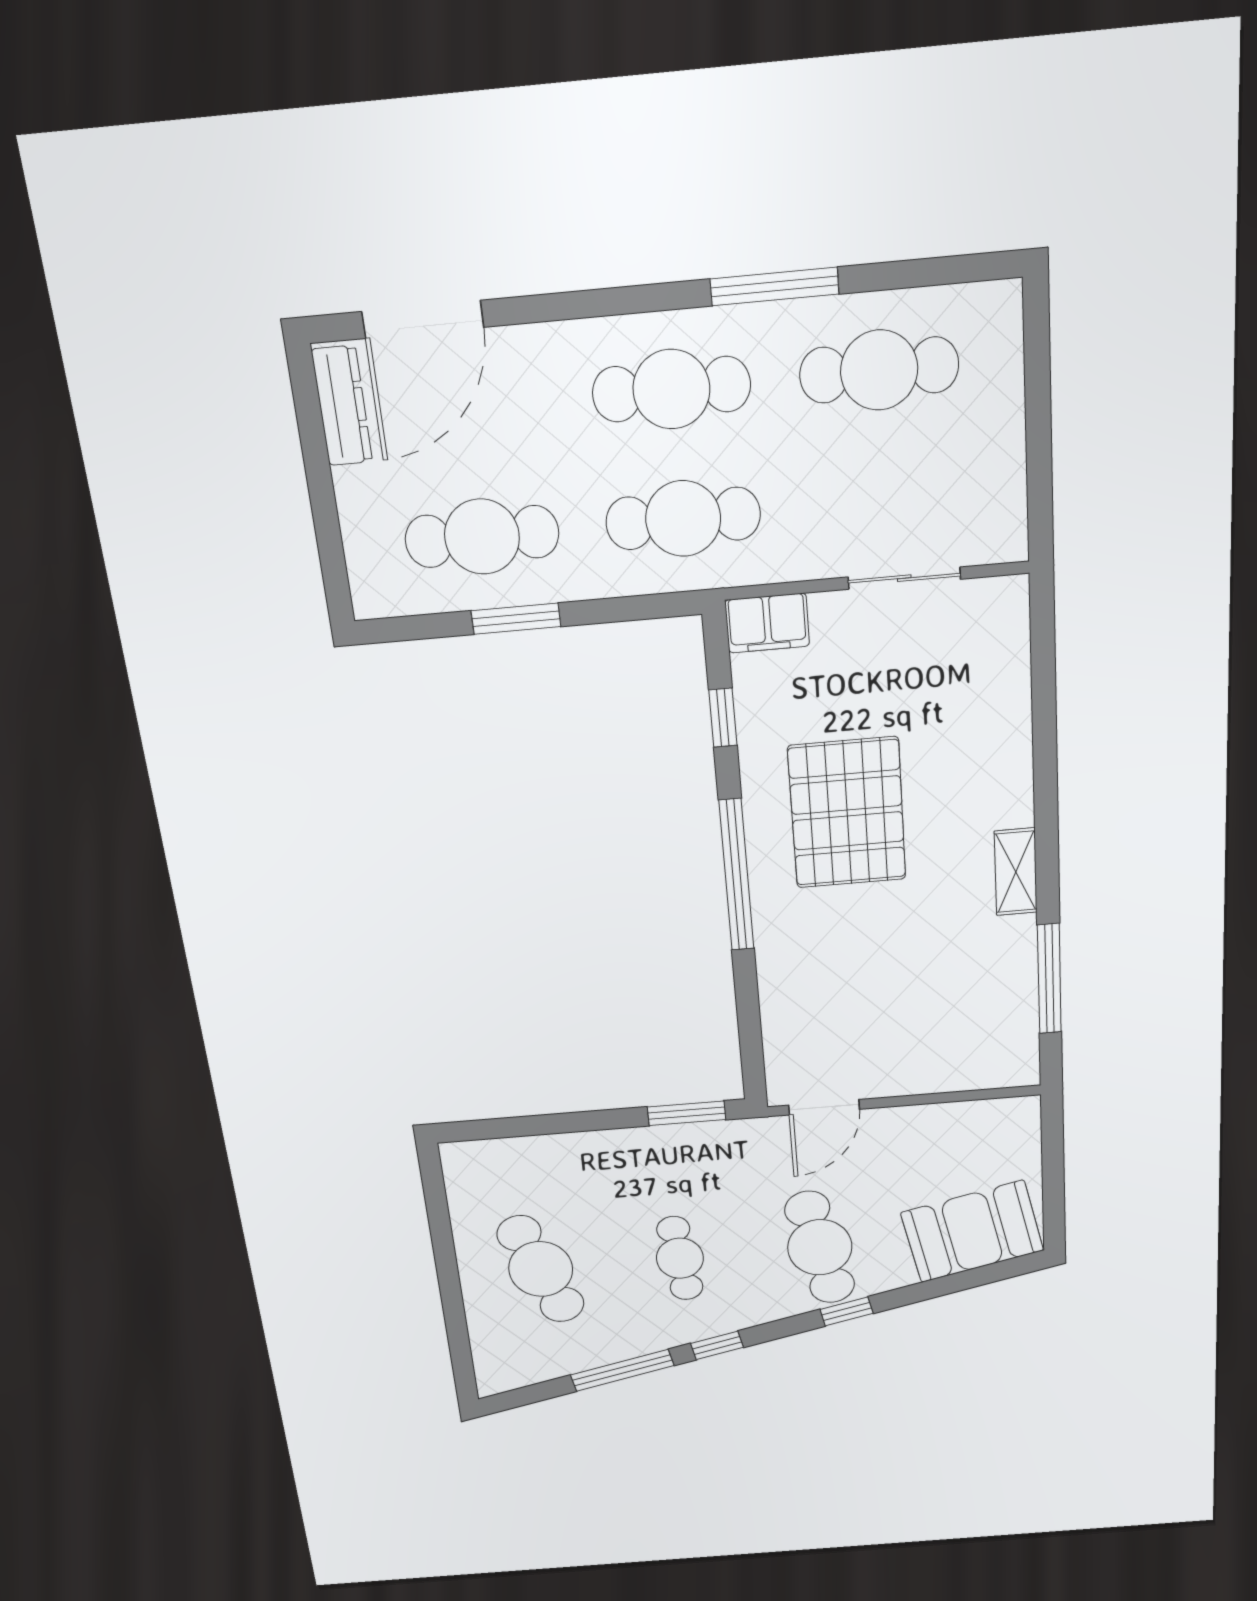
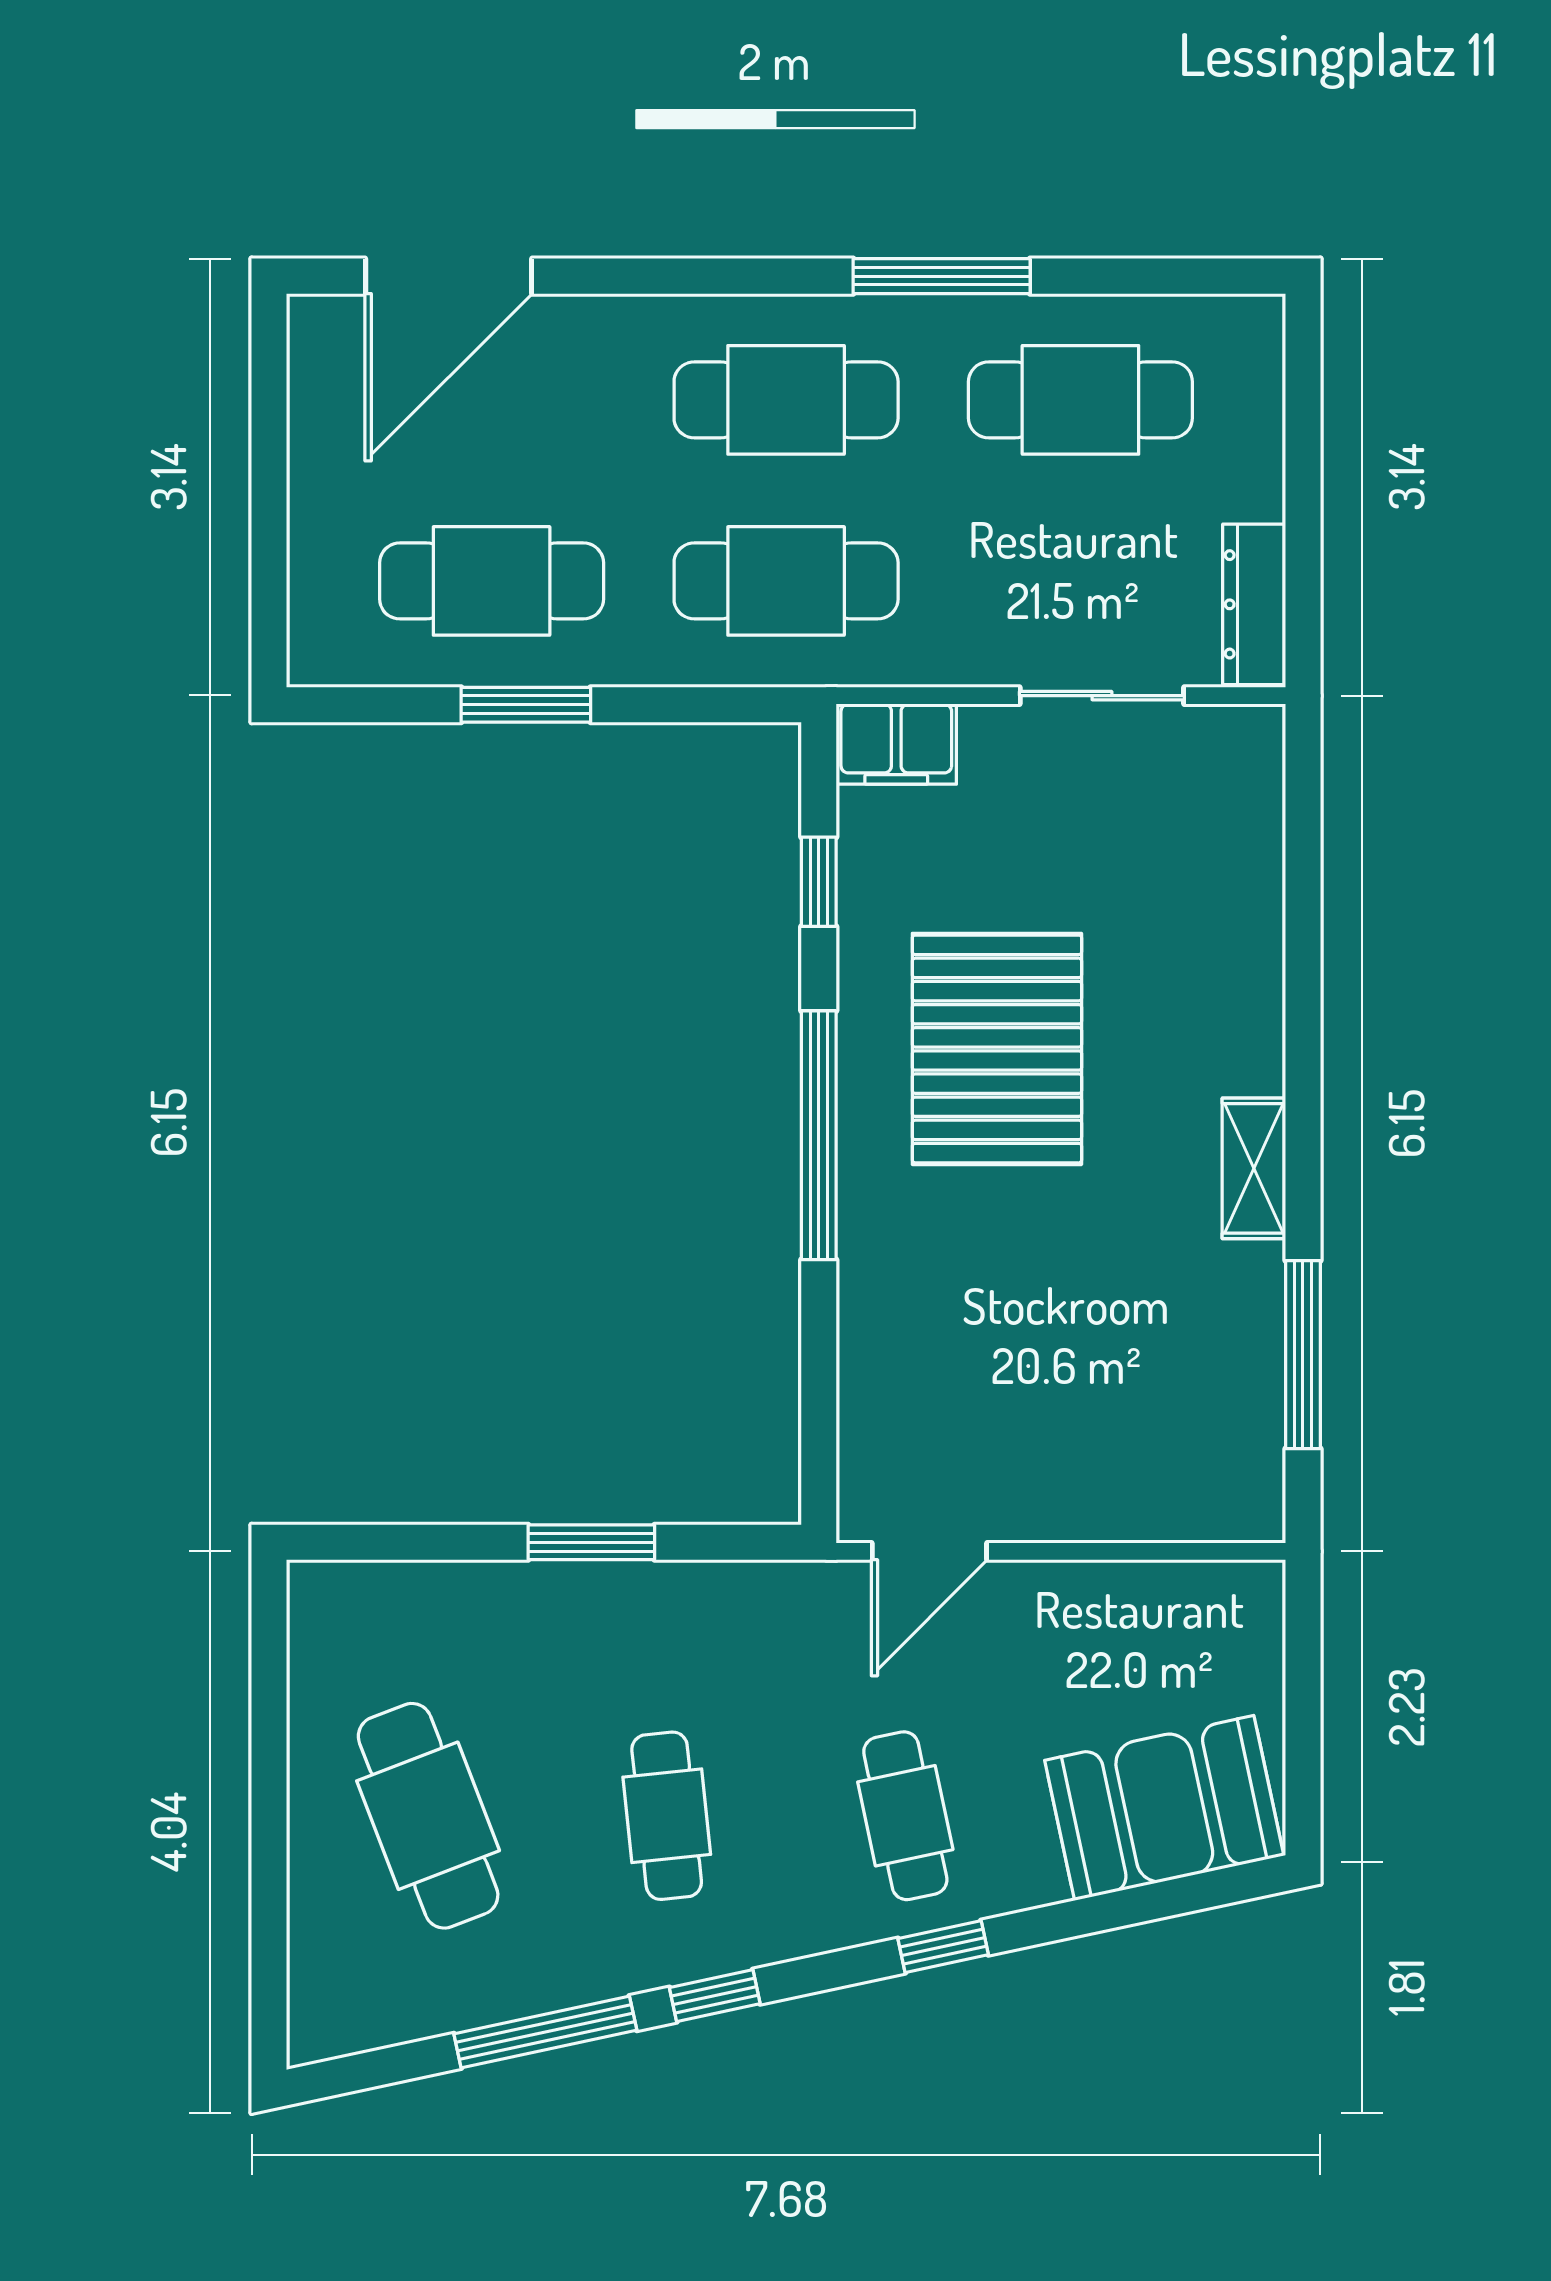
dresser: (342, 406) -> (1254, 604), moved, turned 180
window: (686, 1113) -> (591, 1542), moved
cafe table: (820, 1247) -> (905, 1816), width x0.73, depth x0.74

